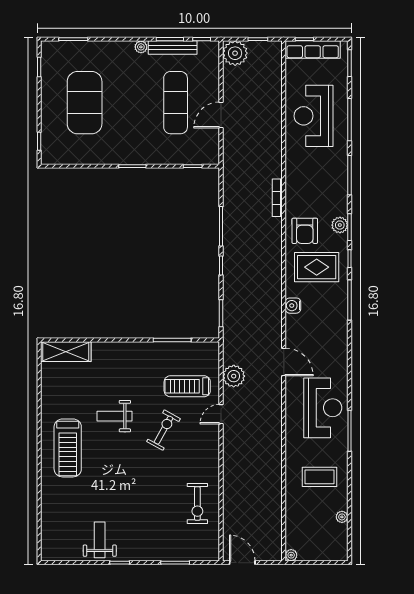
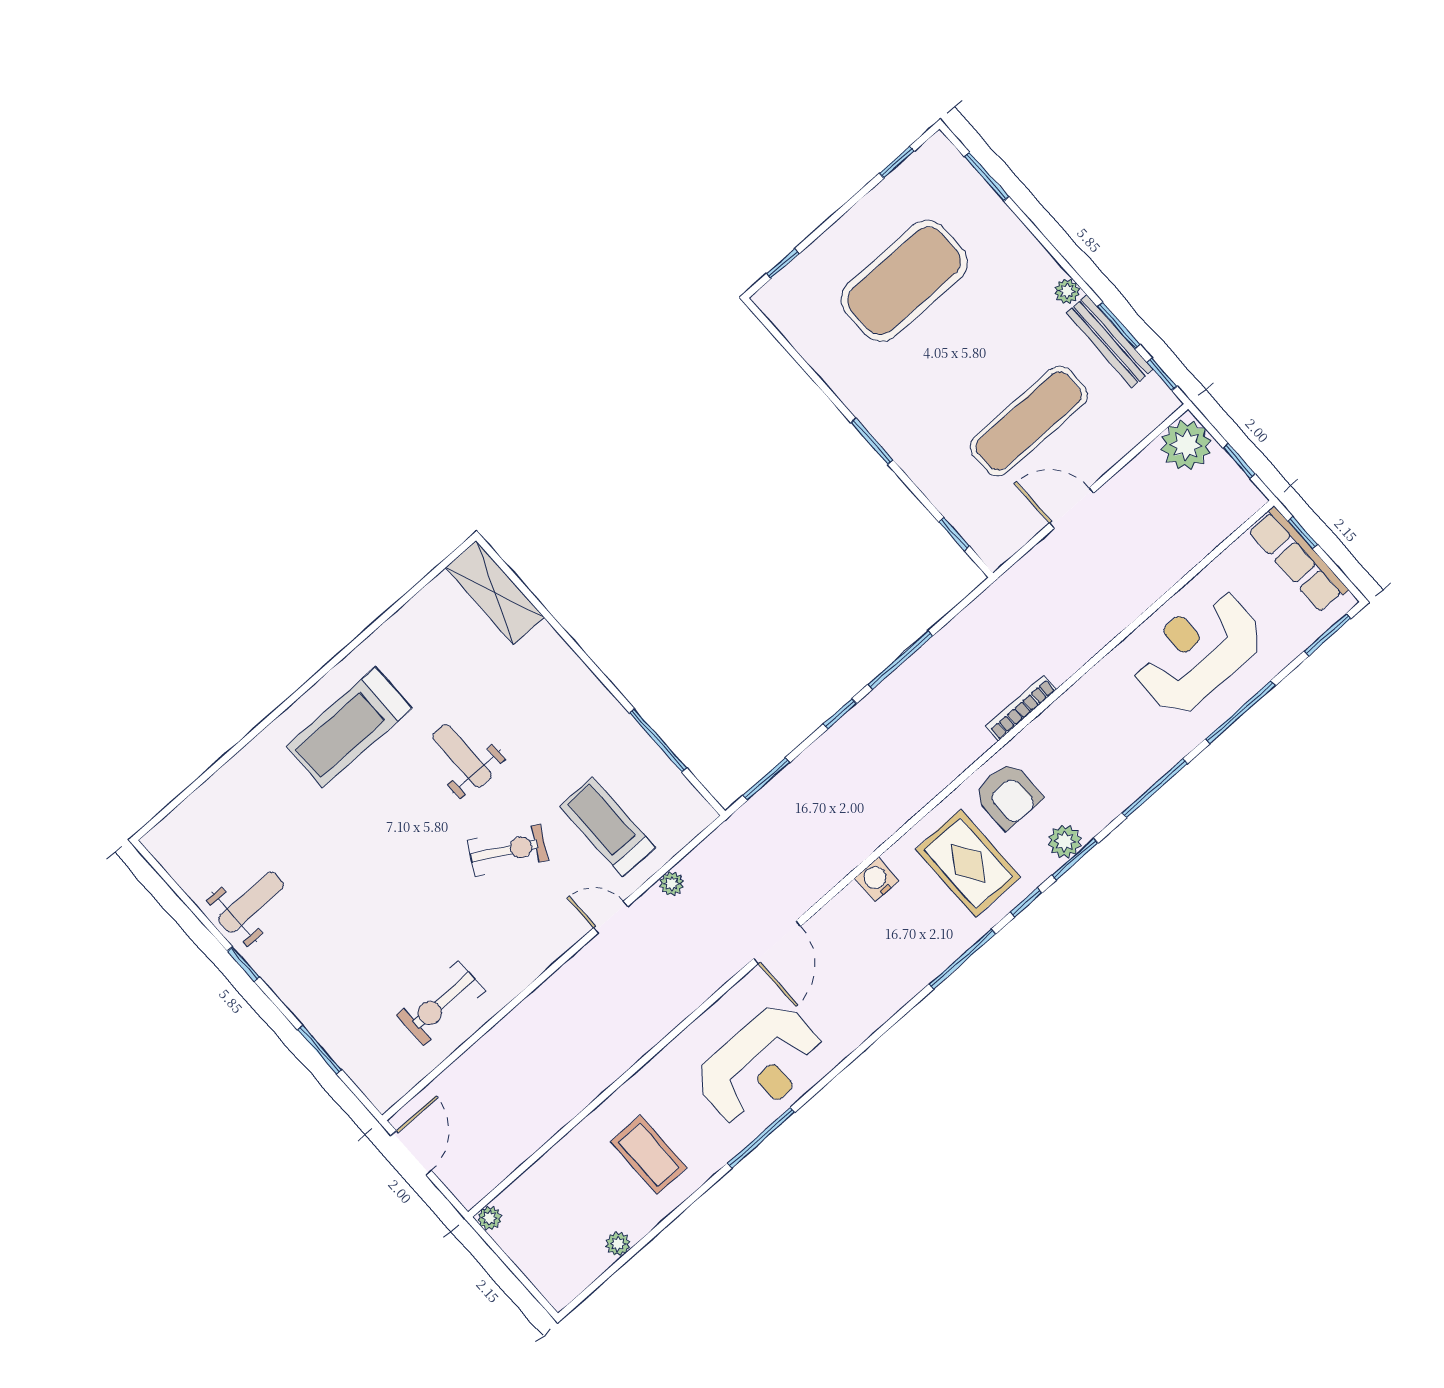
armchair: (305, 231) -> (1008, 795), turned -90
plant: (234, 376) -> (672, 884), width x0.53, depth x0.53

